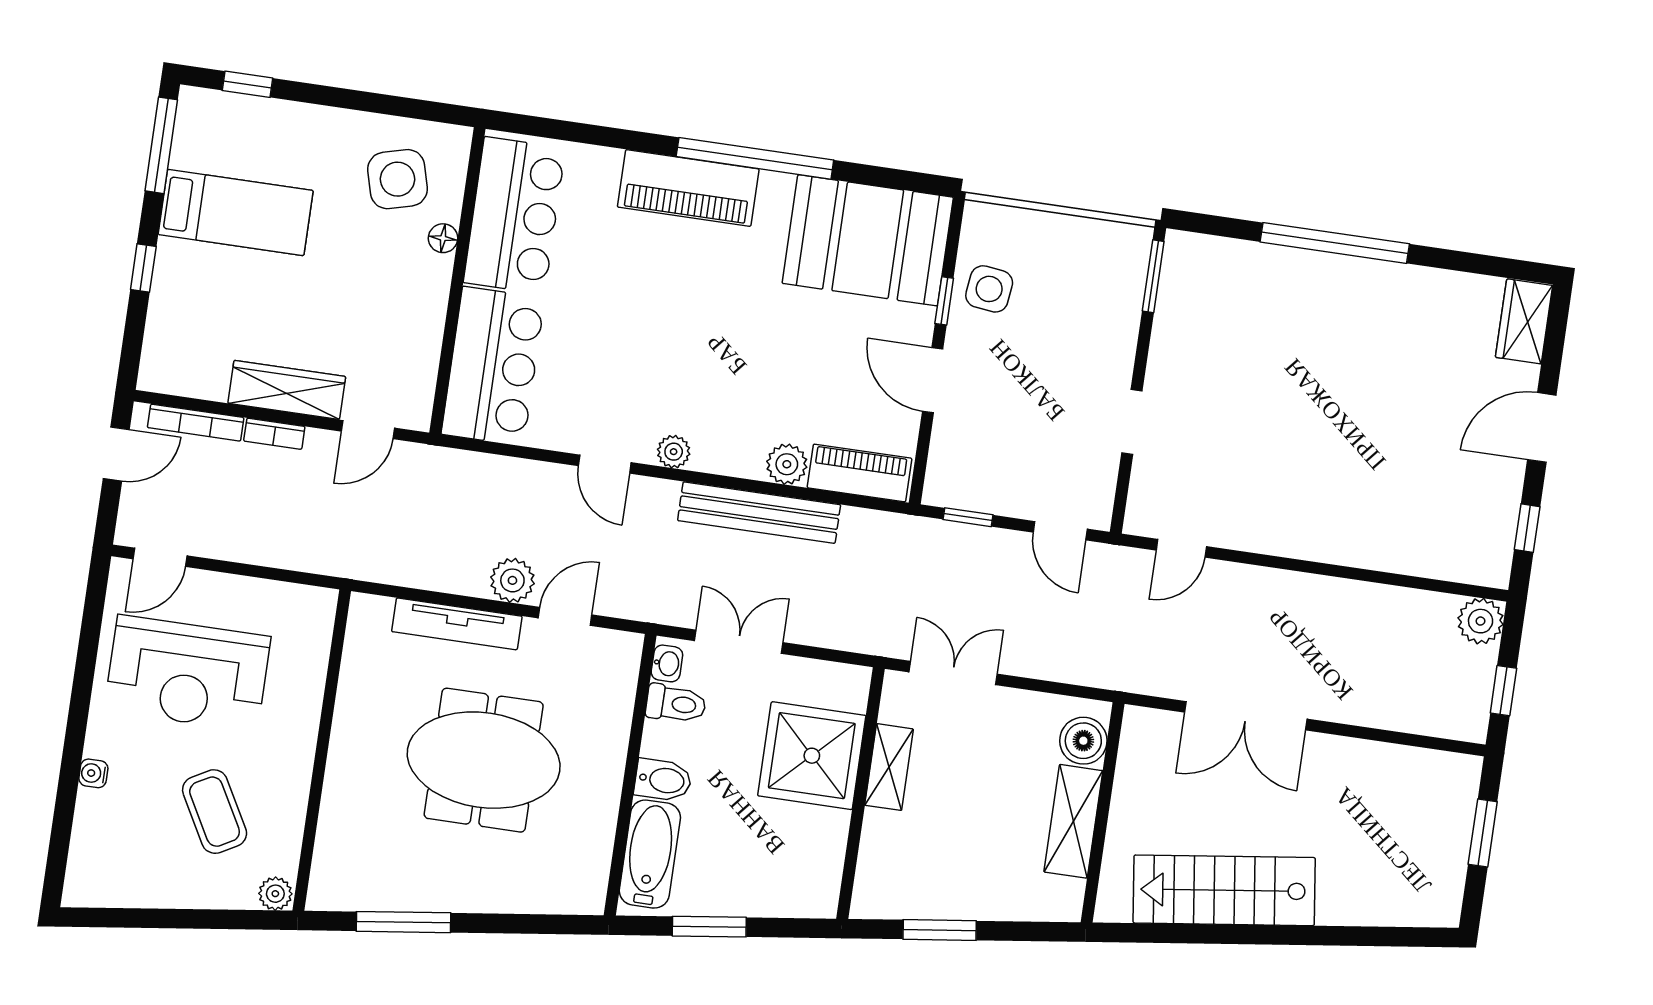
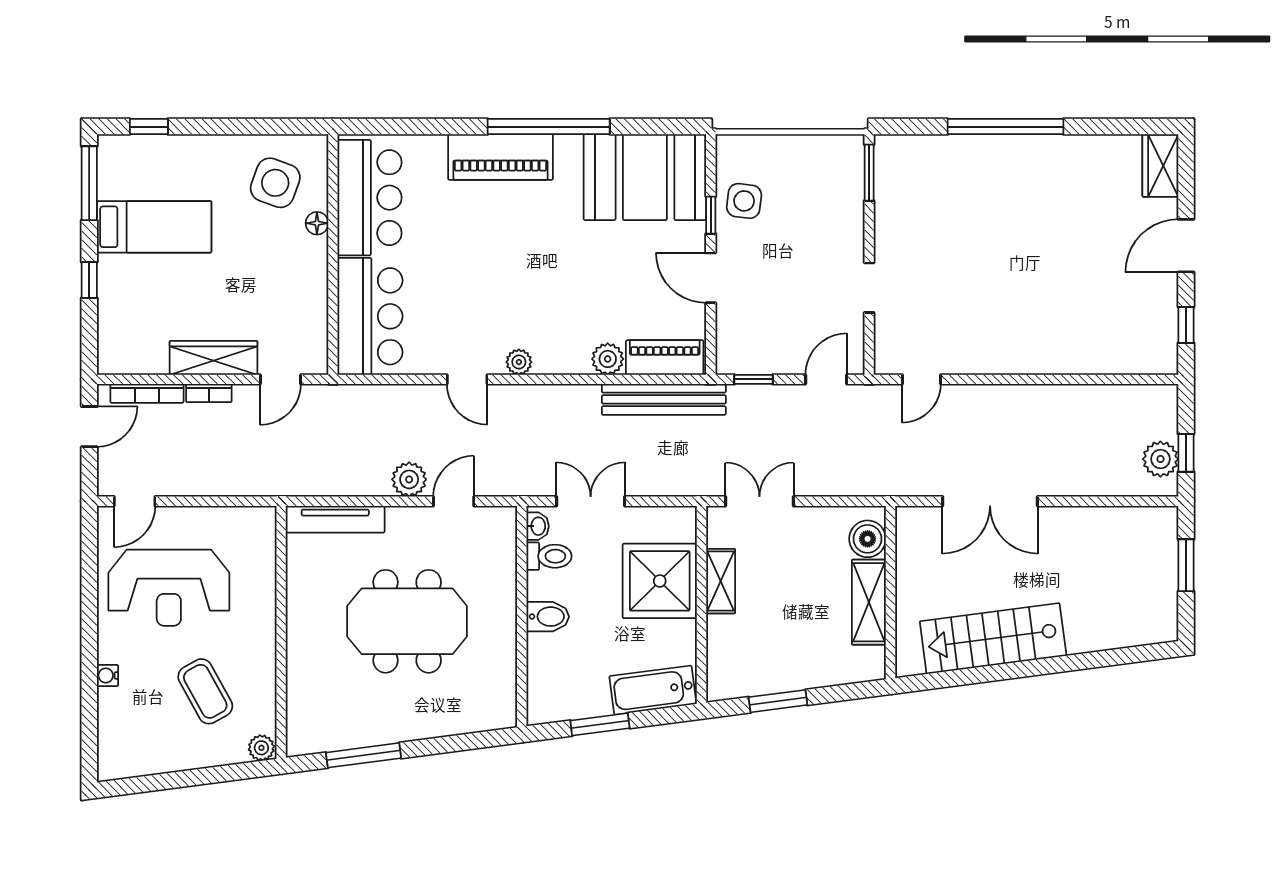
side table: (397, 179) -> (275, 183), turned 35
bench: (759, 513) -> (664, 399), moved
door: (1060, 531) -> (826, 379), swing flipped
plant: (1481, 621) -> (1160, 459), moved
tv unit: (457, 624) -> (335, 519), moved
bathtub: (650, 854) -> (653, 690), moved, turned -97

